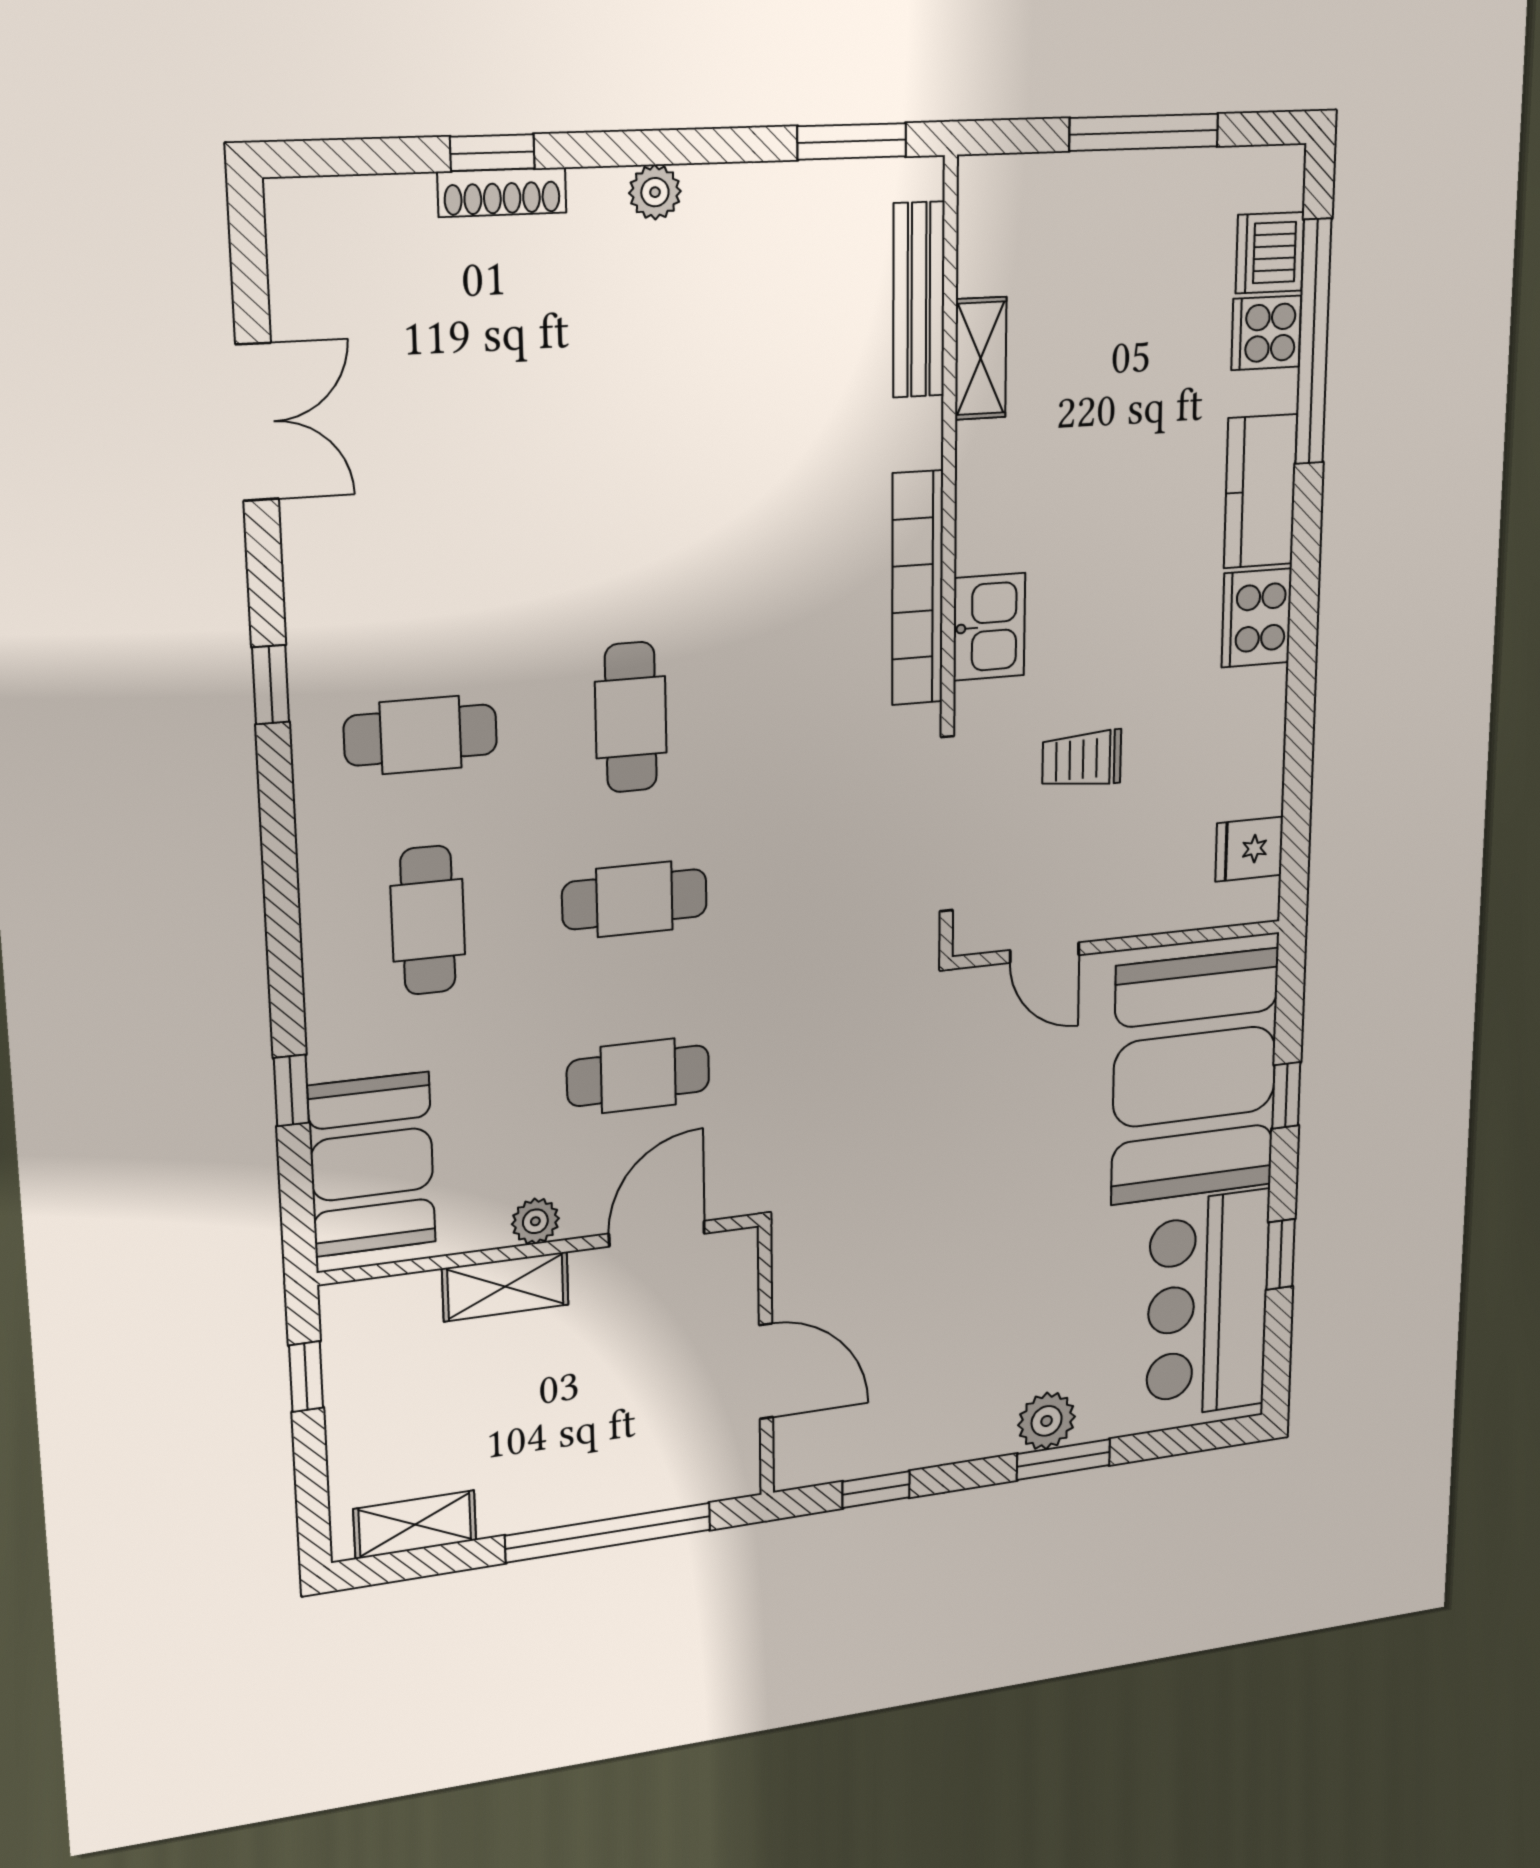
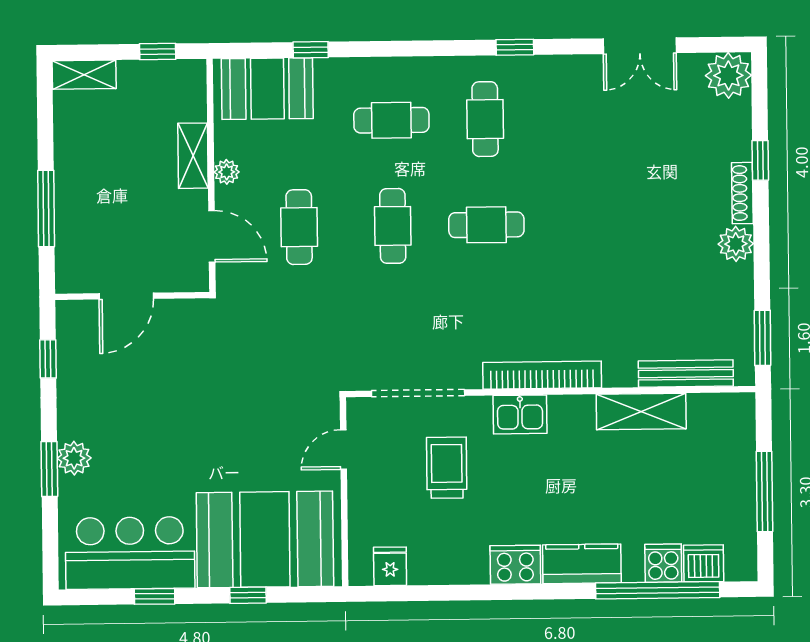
shoe rack: (502, 192) -> (742, 193), moved
plant: (655, 192) -> (736, 244), width x1.38, depth x1.38
plant: (314, 227) -> (728, 75), added
shelving: (981, 358) -> (641, 412), width x1.50, depth x1.33
trolley: (1082, 759) -> (447, 468), width x1.36, depth x1.39
shelving: (415, 1525) -> (84, 75), moved, turned 90
window: (608, 1533) -> (46, 209), width x0.68

